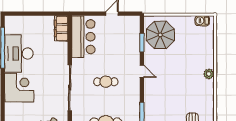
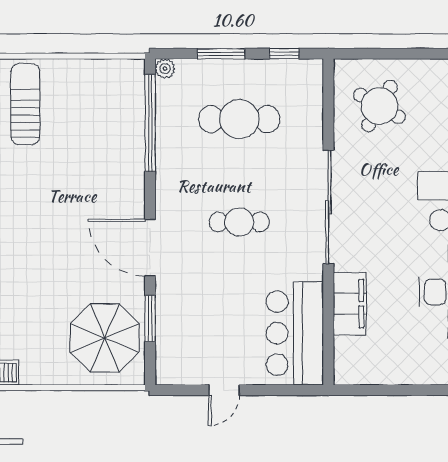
filing cabinet: (61, 28) -> (350, 304), moved
door: (142, 71) -> (150, 248), width x1.87

